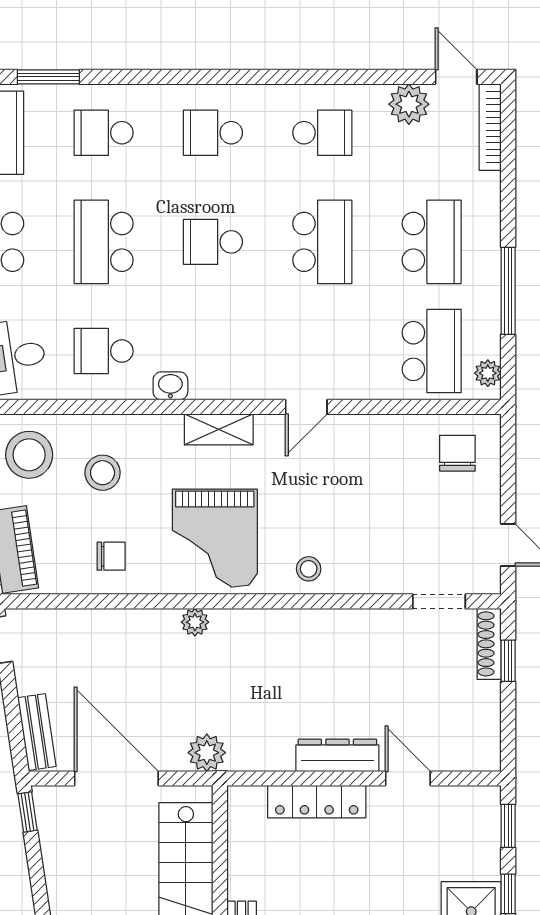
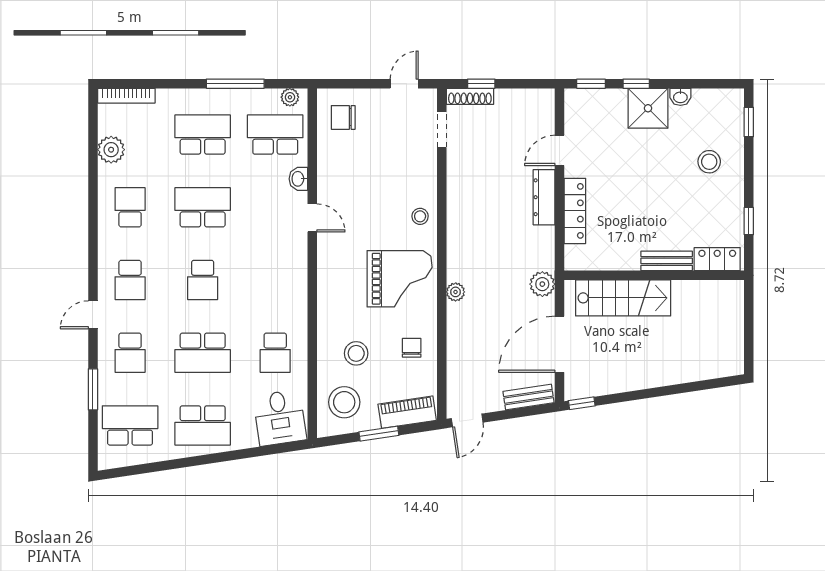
door: (456, 77) -> (93, 315), moved
washbasin: (170, 386) -> (298, 179), moved
shelving: (219, 429) -> (327, 276), removed

